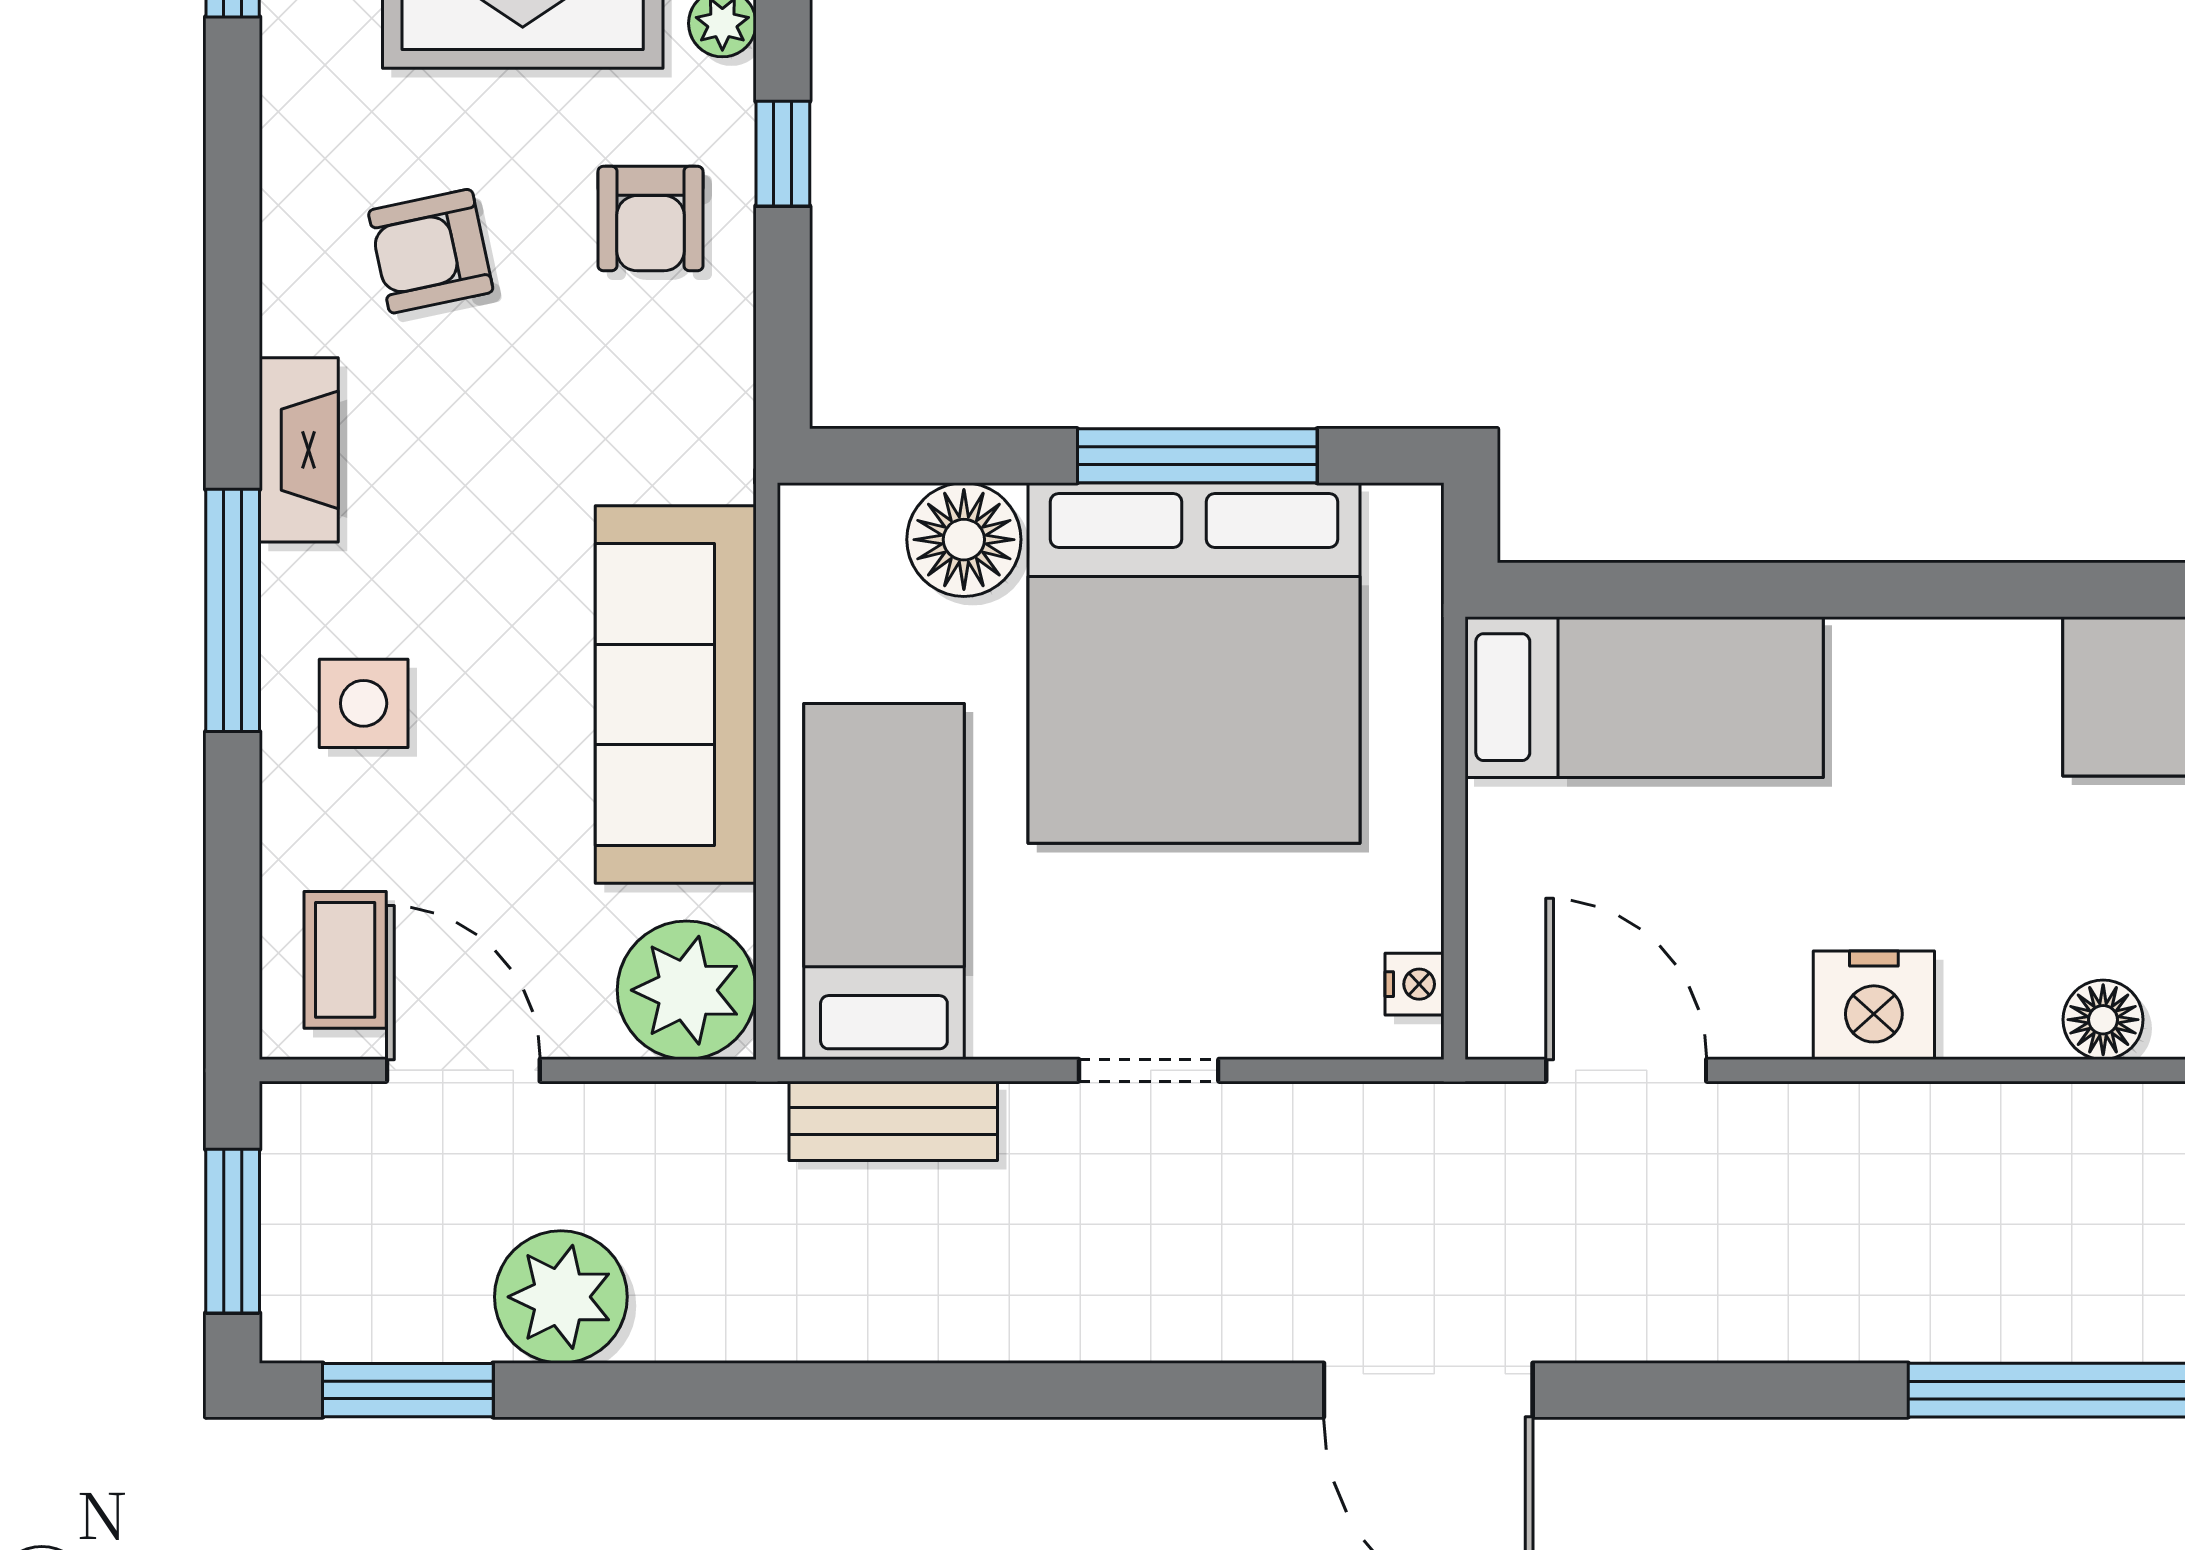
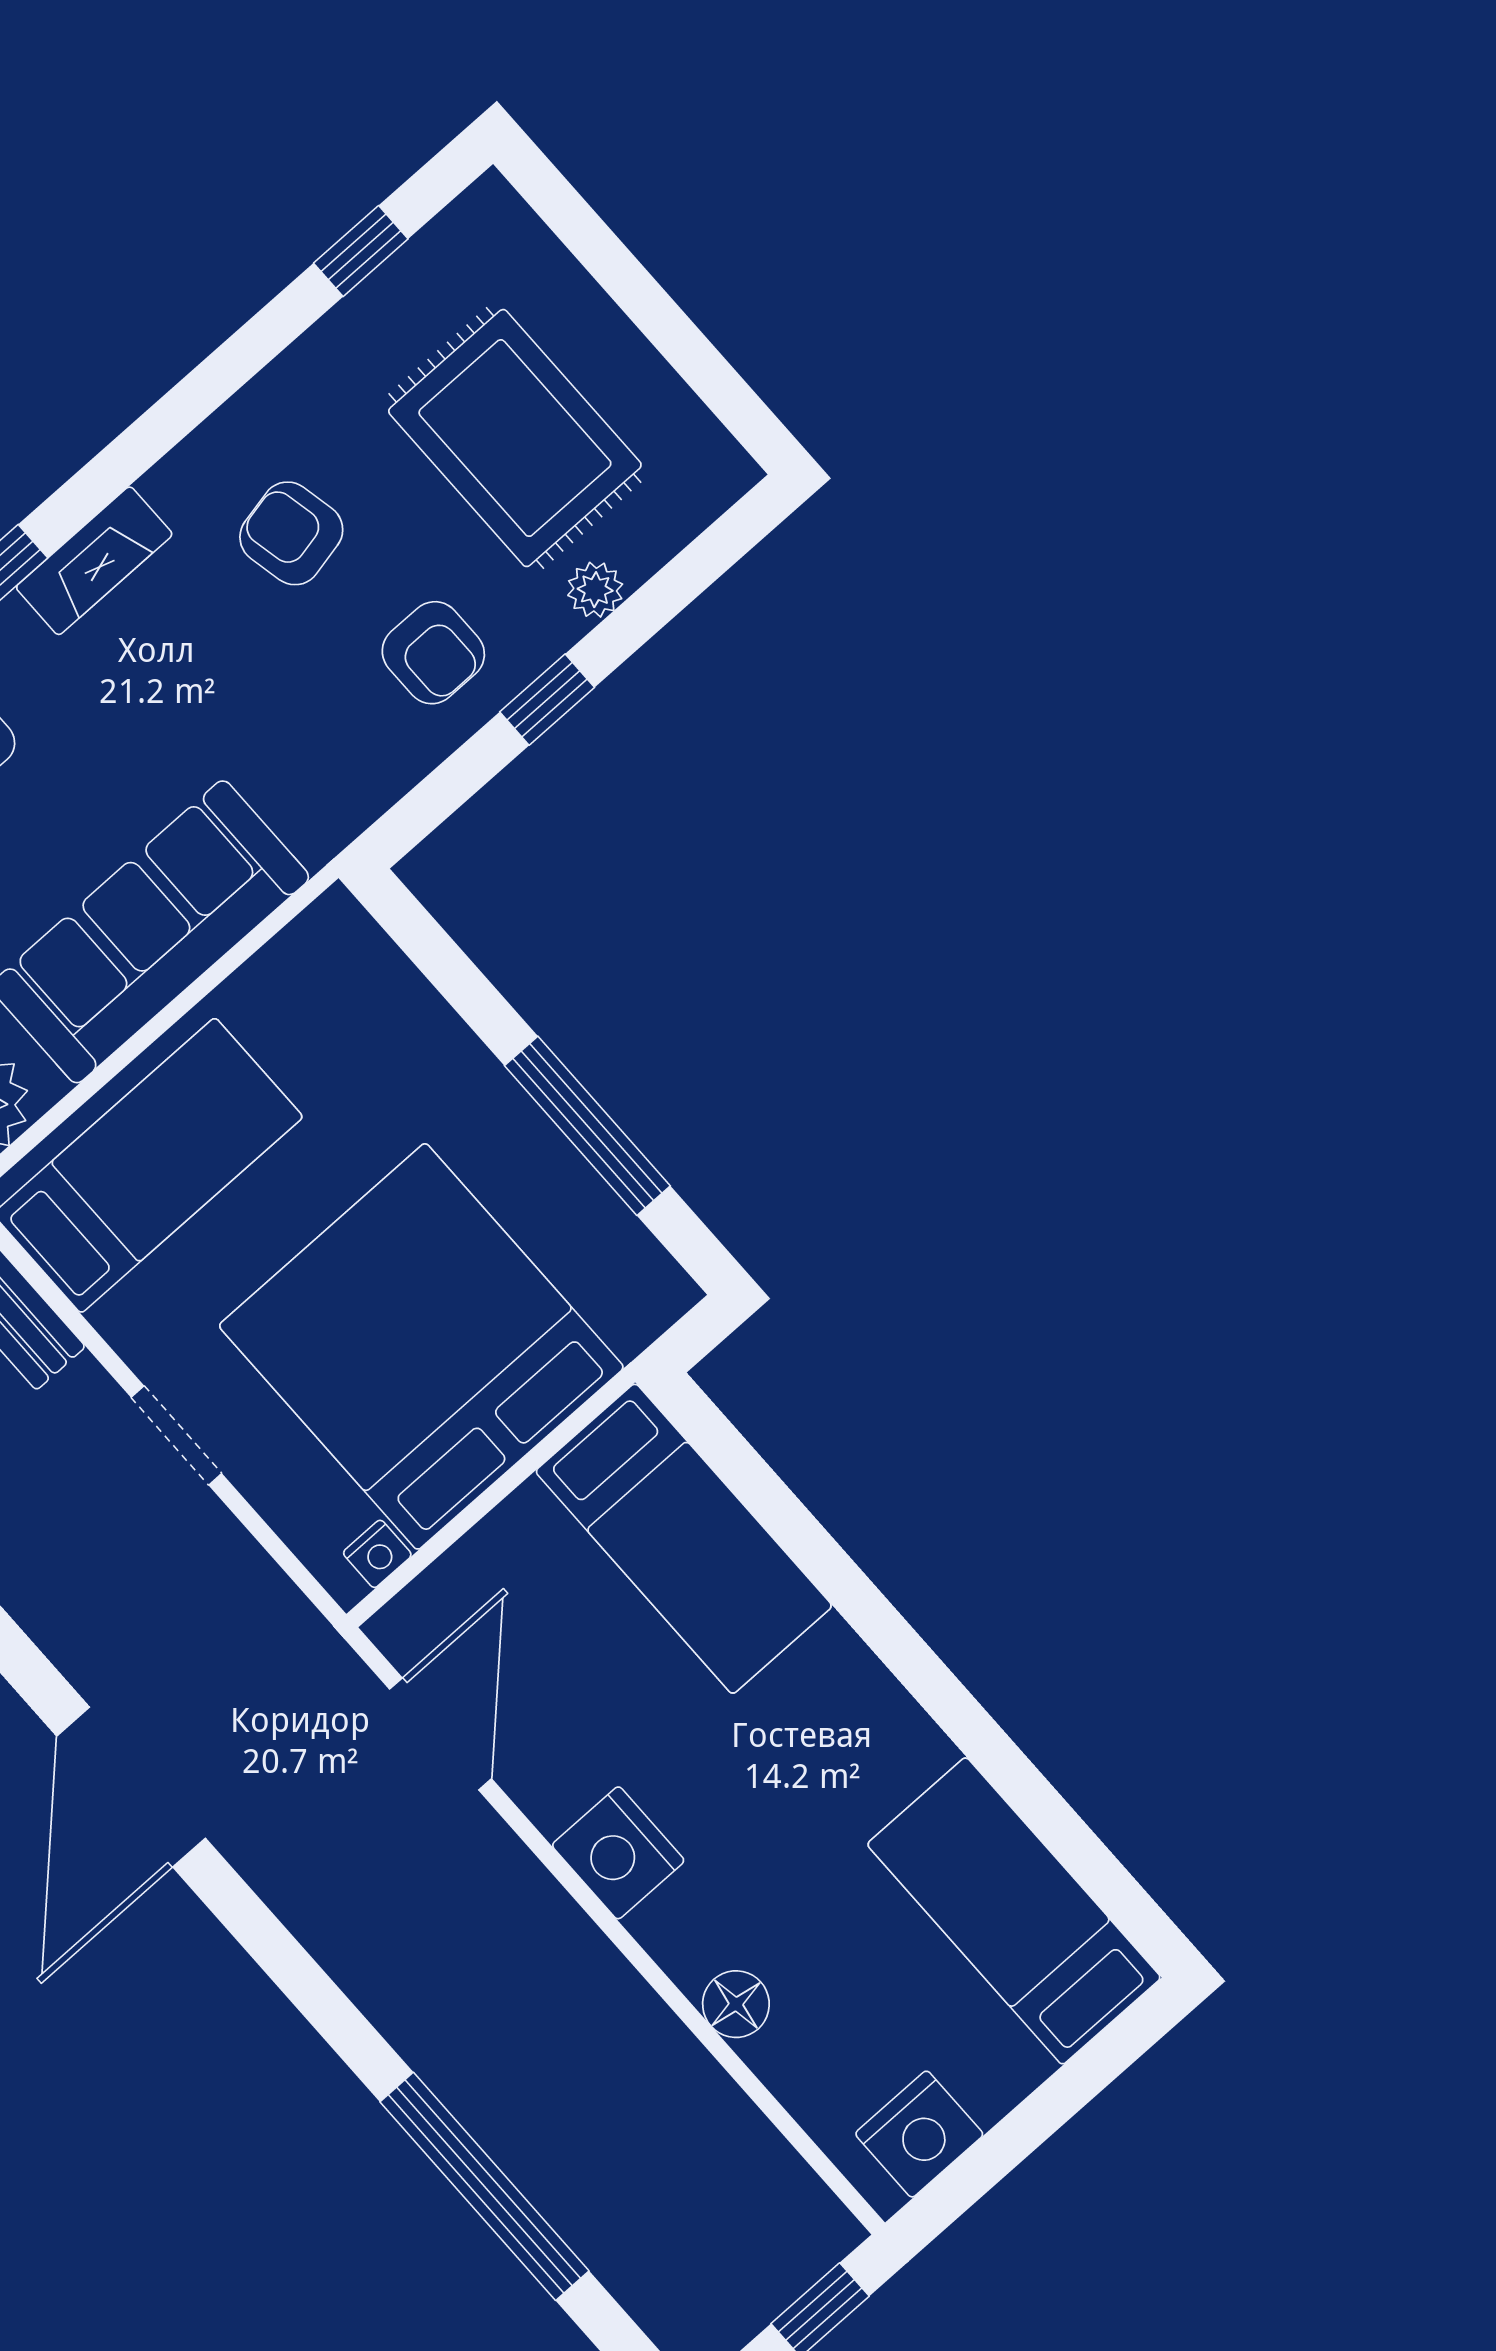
armchair: (650, 219) -> (433, 653), turned -90
floor lamp: (964, 540) -> (406, 1026), removed
bed: (1194, 663) -> (421, 1346), moved, turned 90

